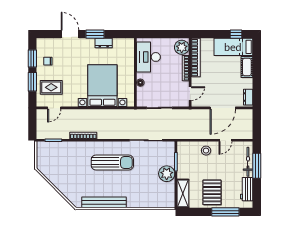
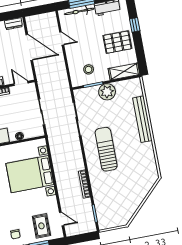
stool: (206, 151) -> (89, 69), moved
bench: (104, 202) -> (142, 119), moved
window: (225, 212) -> (135, 25), width x0.46

